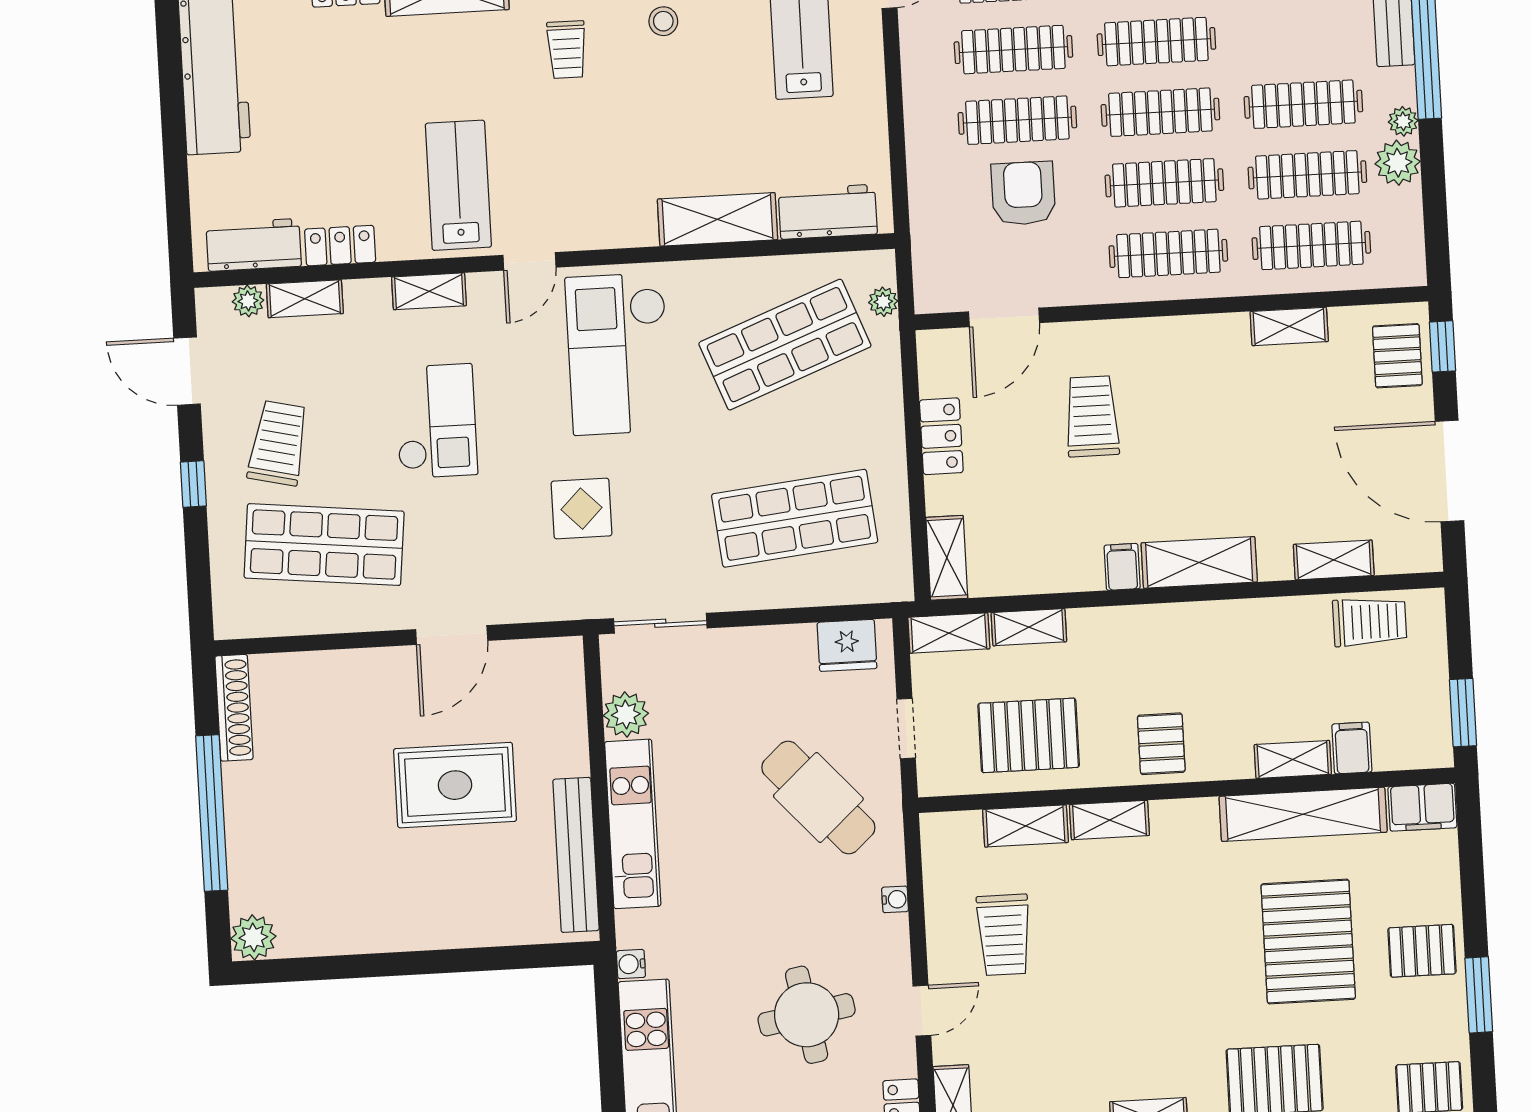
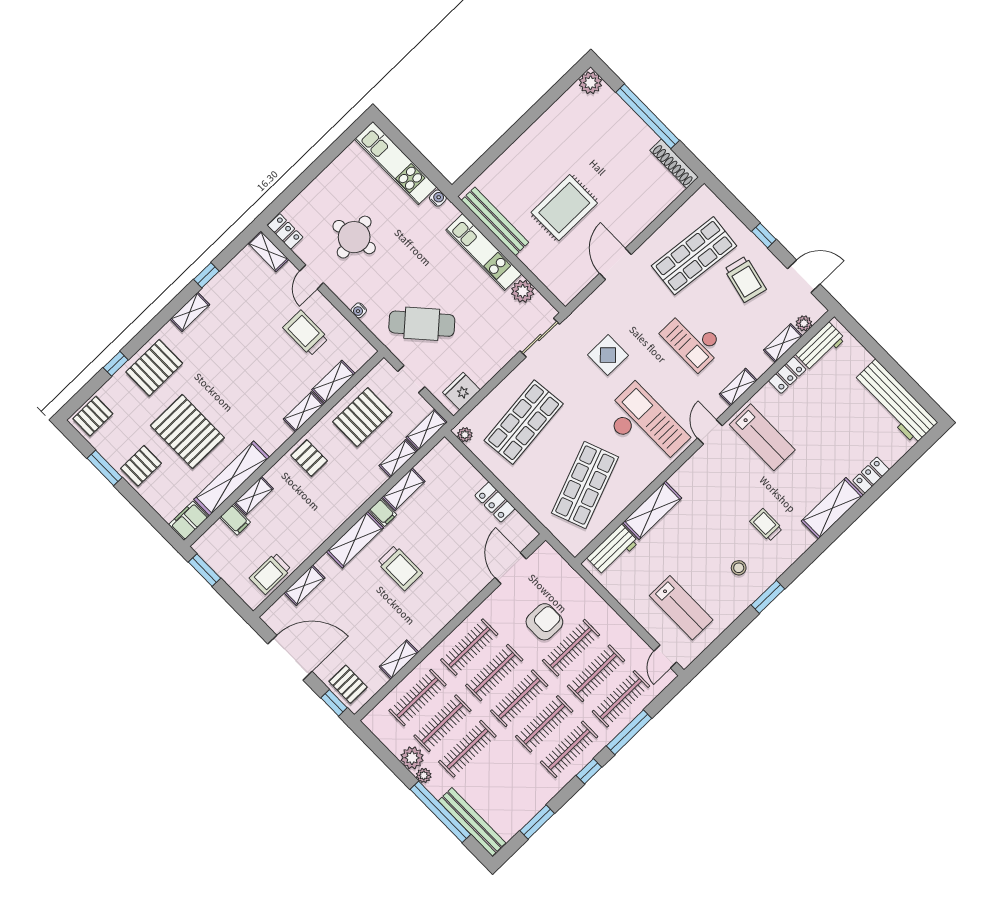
armchair: (1023, 193) -> (544, 622), turned -90
plant: (883, 302) -> (465, 435), moved
trolley: (1092, 416) -> (400, 568), moved
shelving: (947, 558) -> (404, 489), moved, turned 90

